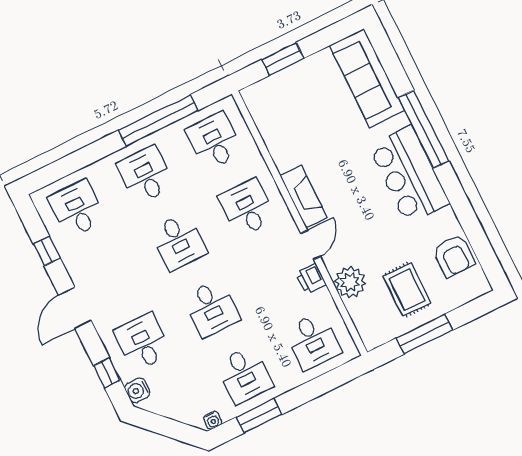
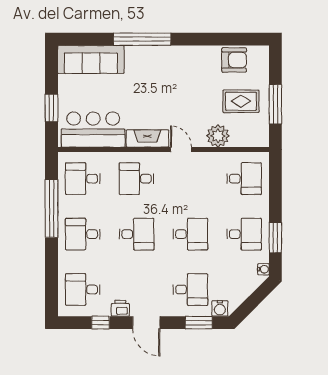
bar counter: (409, 175) -> (93, 130), moved, turned 180
printer: (311, 279) -> (120, 308), moved, turned 180
desk: (143, 342) -> (190, 290), turned 180
window: (107, 373) -> (199, 323), width x1.50

